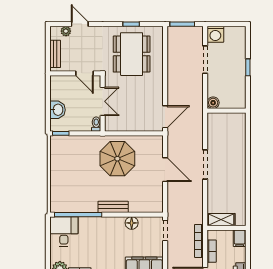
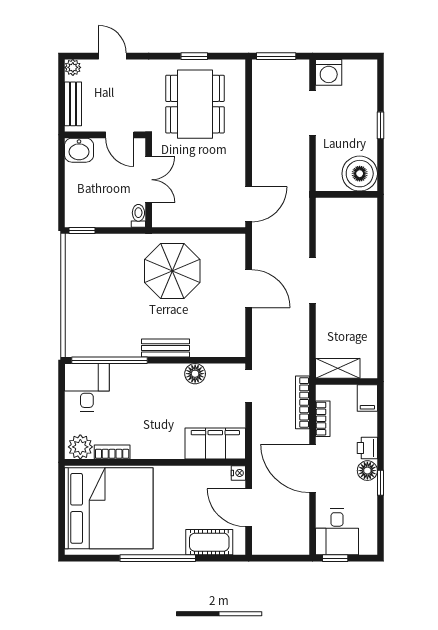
plant: (66, 31) -> (73, 67), moved
boiler: (213, 103) -> (360, 174), moved, width x1.86, depth x1.86
washbasin: (58, 110) -> (79, 150), moved, turned 90

